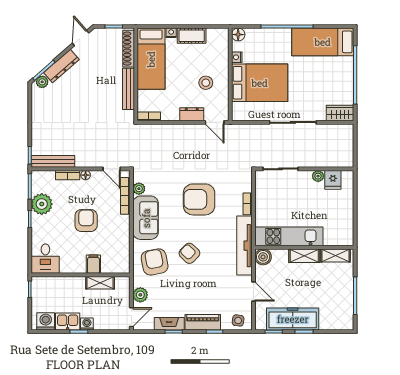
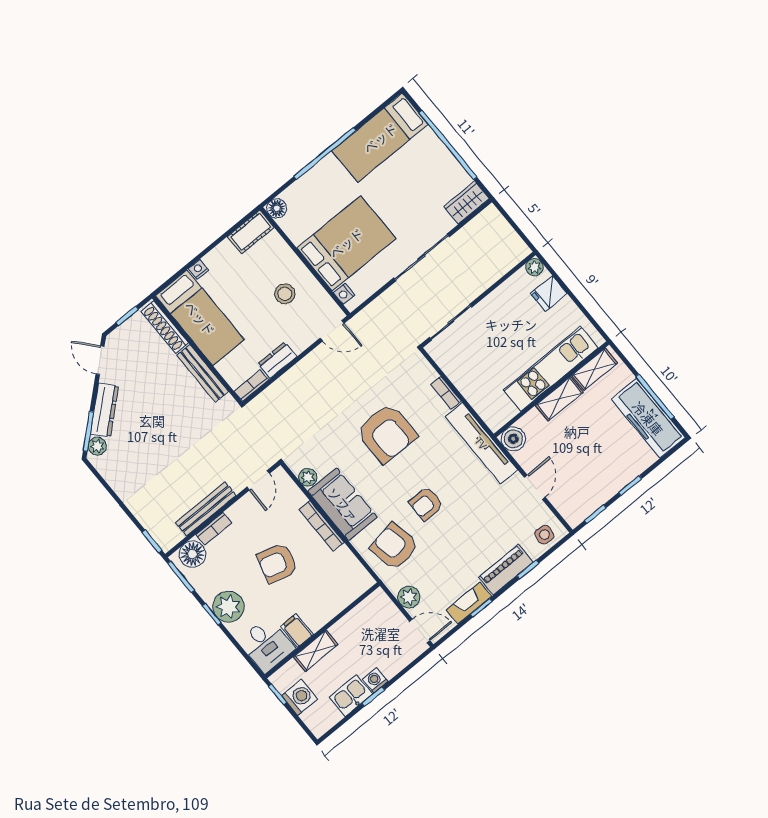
cot: (192, 36) -> (251, 232), moved
nightstand: (237, 57) -> (344, 294), moved
dresser: (192, 114) -> (277, 360), moved
bench: (53, 161) -> (206, 509), moved
door: (112, 169) -> (258, 480), hinge flipped
floor lamp: (86, 175) -> (192, 554), moved, width x1.89, depth x1.89
plant: (318, 176) -> (534, 267), moved
fridge: (333, 180) -> (549, 293), moved, turned 90
bookcase: (125, 196) -> (322, 526), moved
armchair: (199, 199) -> (386, 433), turned -90
plant: (42, 204) -> (228, 607), moved
armchair: (86, 221) -> (277, 563), turned -74
kitchen unit: (289, 236) -> (551, 369), moved
armchair: (189, 253) -> (426, 504), turned -44
filing cabinet: (93, 264) -> (297, 631), moved
shelving: (100, 283) -> (316, 651), moved
door: (253, 291) -> (535, 487), hinge flipped
door: (131, 317) -> (420, 631), hinge flipped
freezer: (293, 319) -> (648, 418), moved, turned -90
washing machine: (46, 321) -> (300, 697), moved, turned 90

